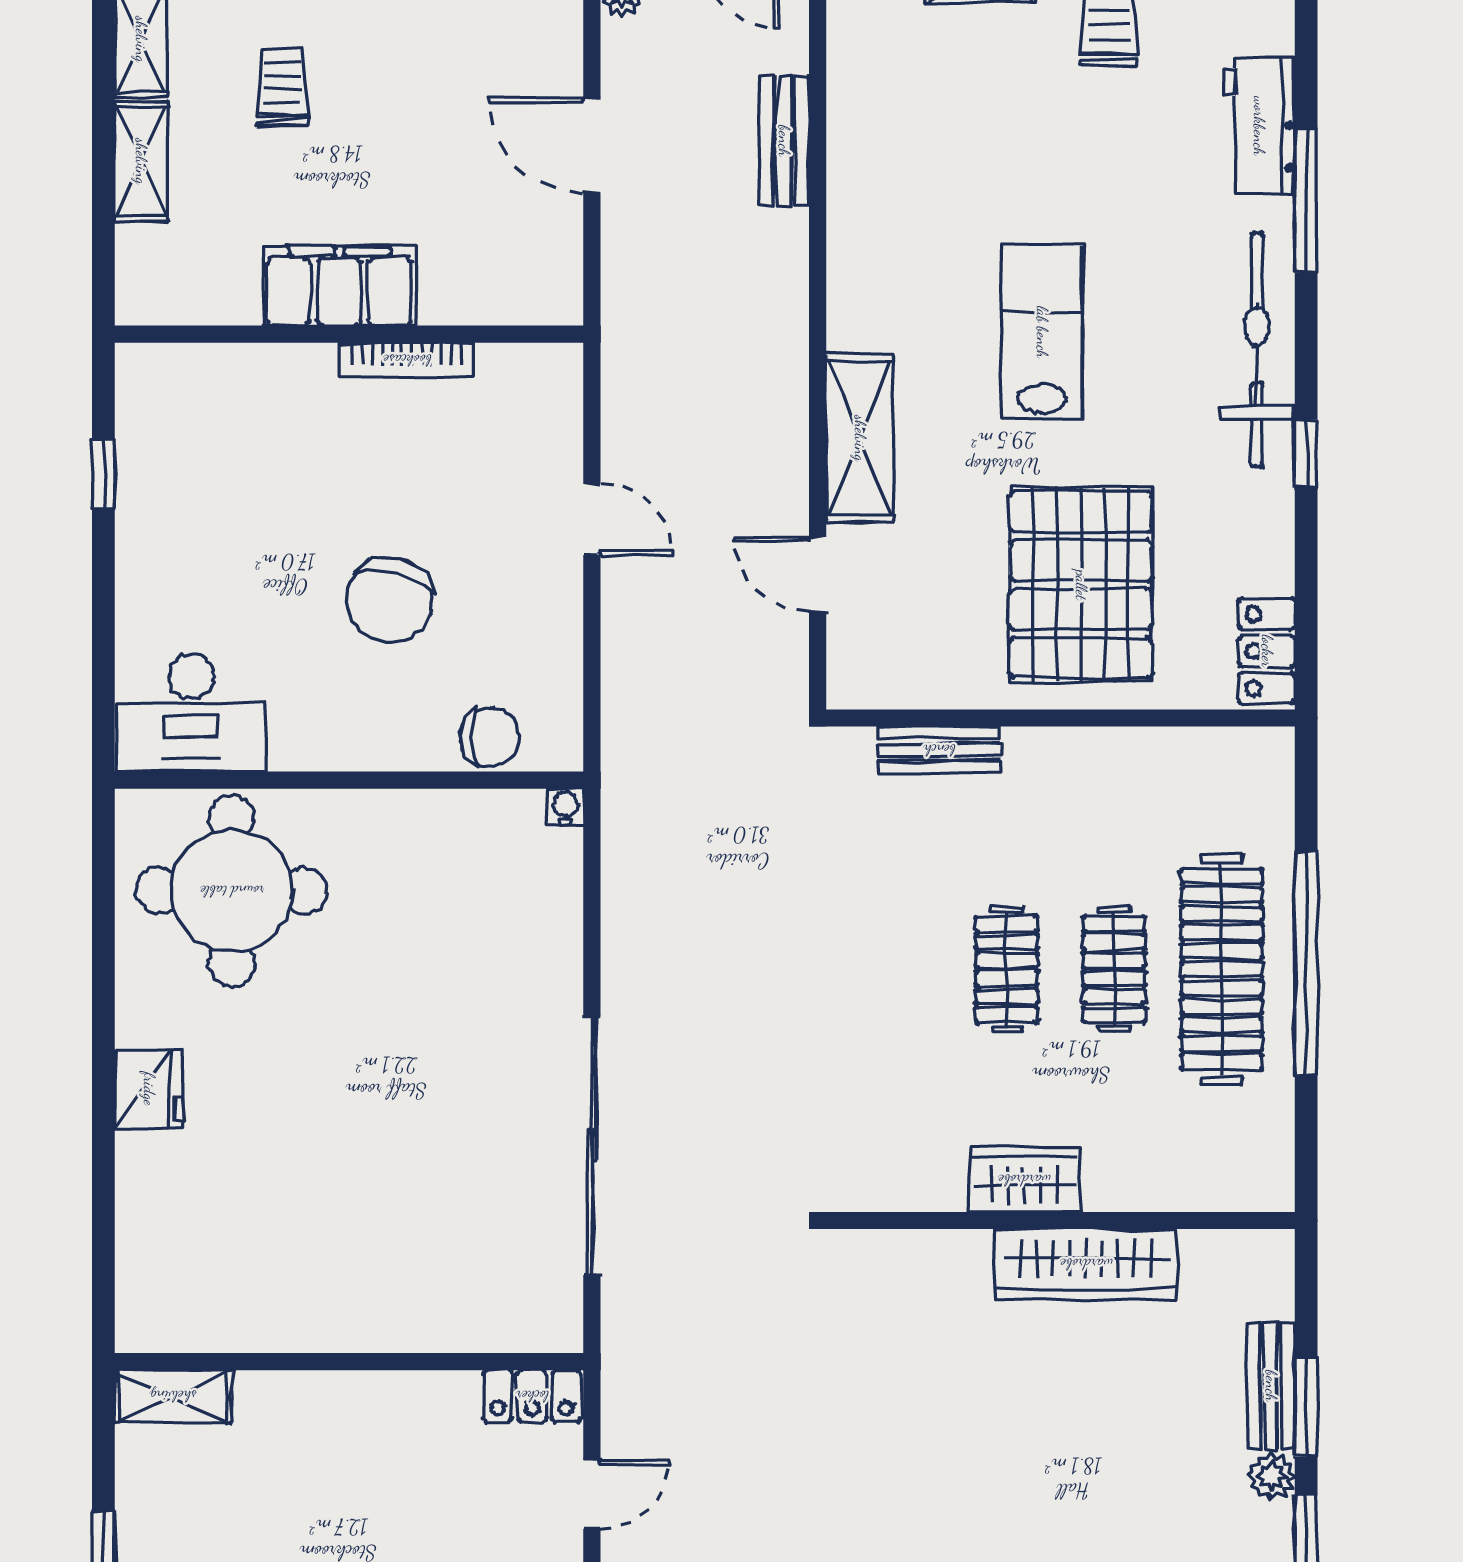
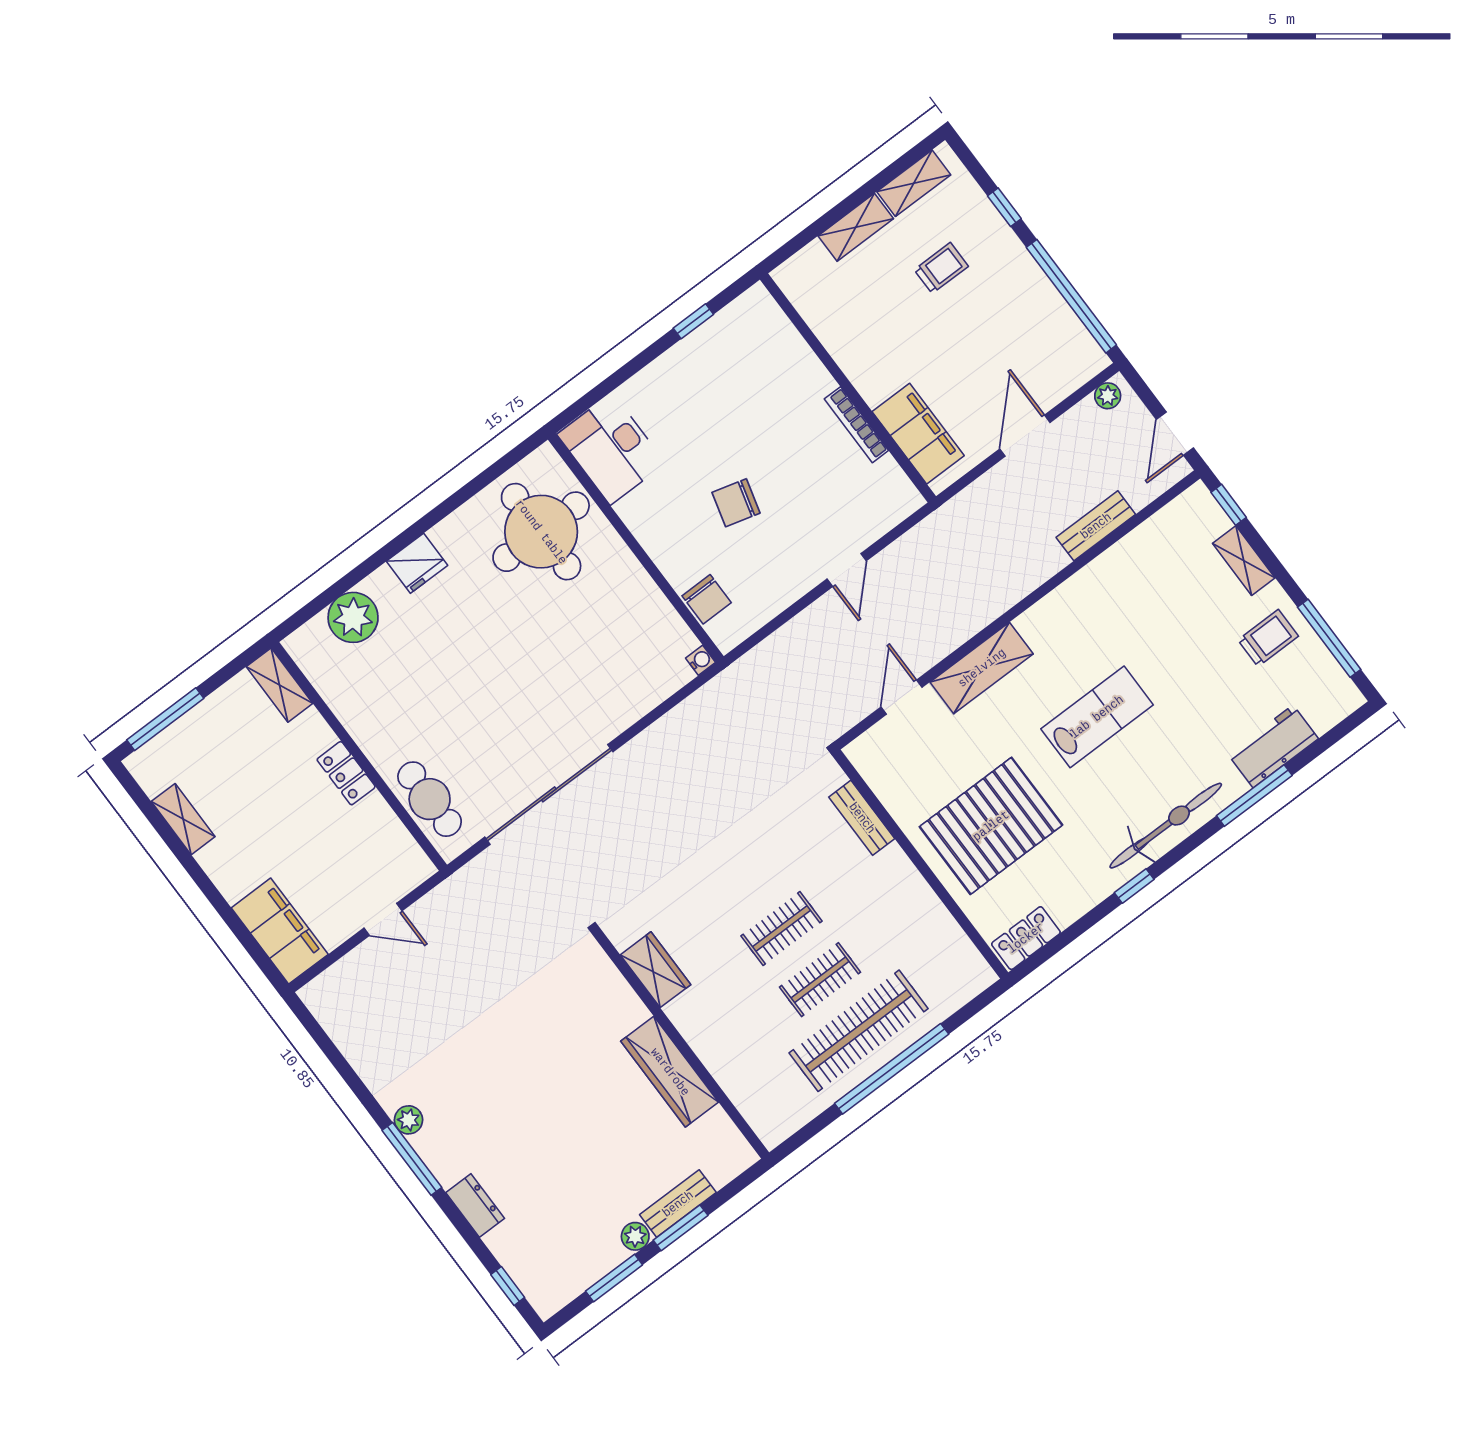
filing cabinet: (339, 286) -> (918, 434), moved
chair: (390, 600) -> (736, 503), width x0.73, depth x0.73
wardrobe: (1024, 1180) -> (656, 970), moved
plant: (157, 1229) -> (353, 617), added
cafe table: (478, 1310) -> (430, 799), added
locker: (532, 1396) -> (346, 773), moved

